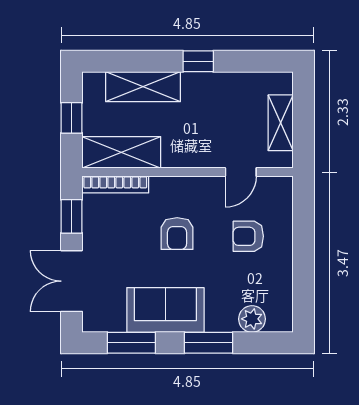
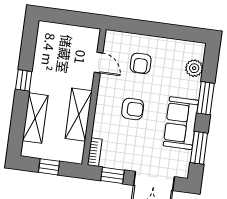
shelving: (281, 123) -> (70, 33), removed
shelving: (121, 152) -> (79, 115), moved
bookcase: (115, 184) -> (95, 152), width x0.64

